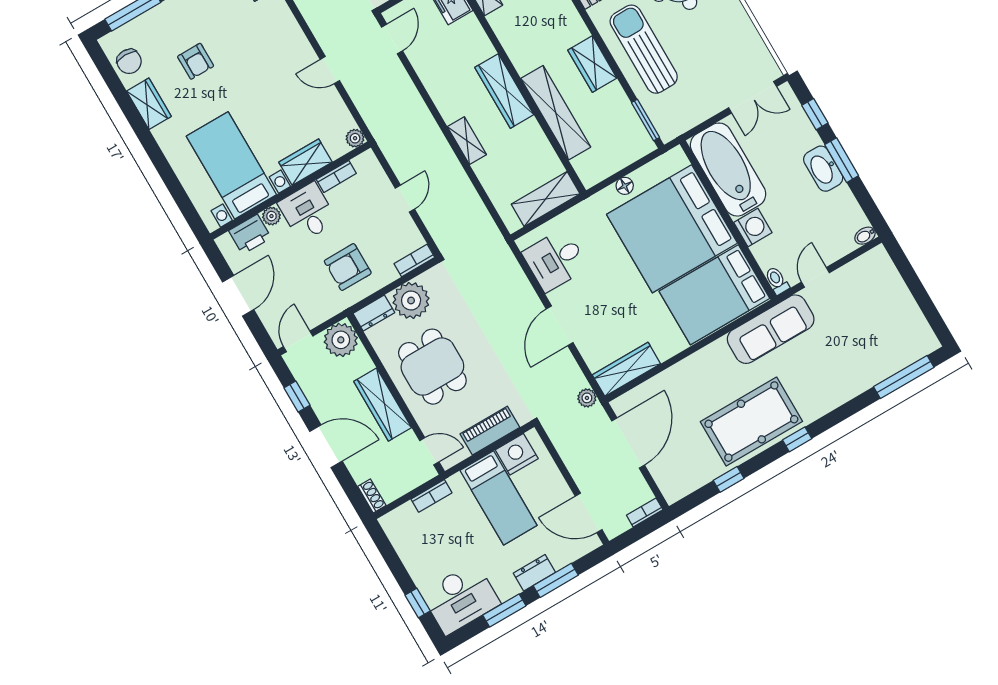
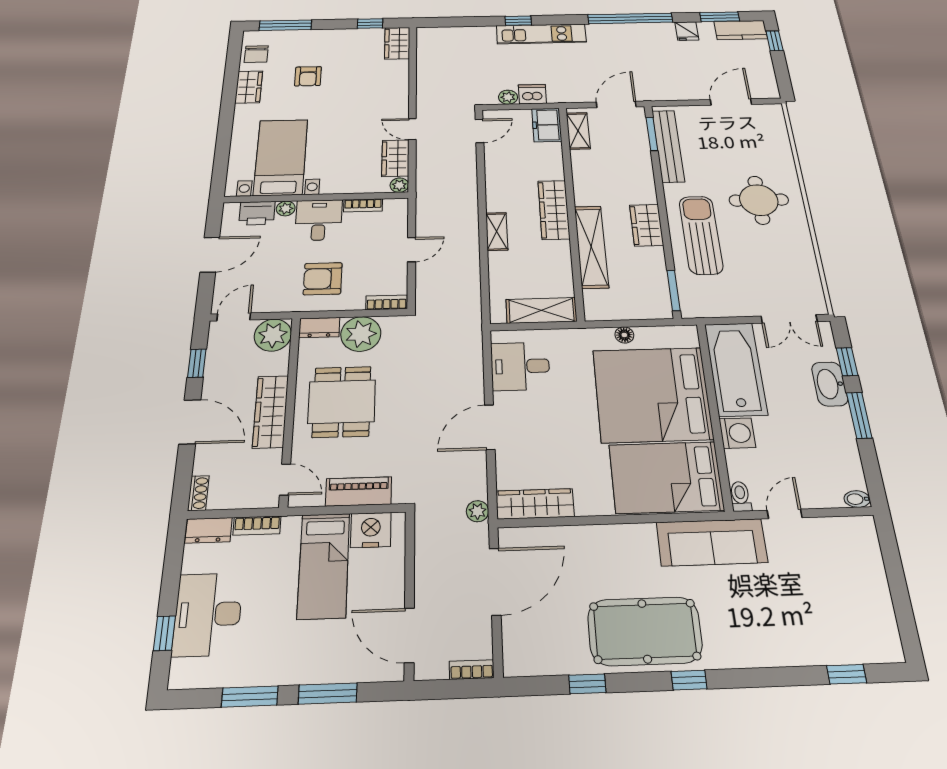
wardrobe: (305, 162) -> (395, 158), moved, turned -90
washbasin: (823, 169) -> (830, 384), moved
window: (904, 377) -> (847, 674), width x0.46
dresser: (534, 573) -> (209, 530), moved, turned 180
desk: (461, 598) -> (208, 614), moved, turned 90

